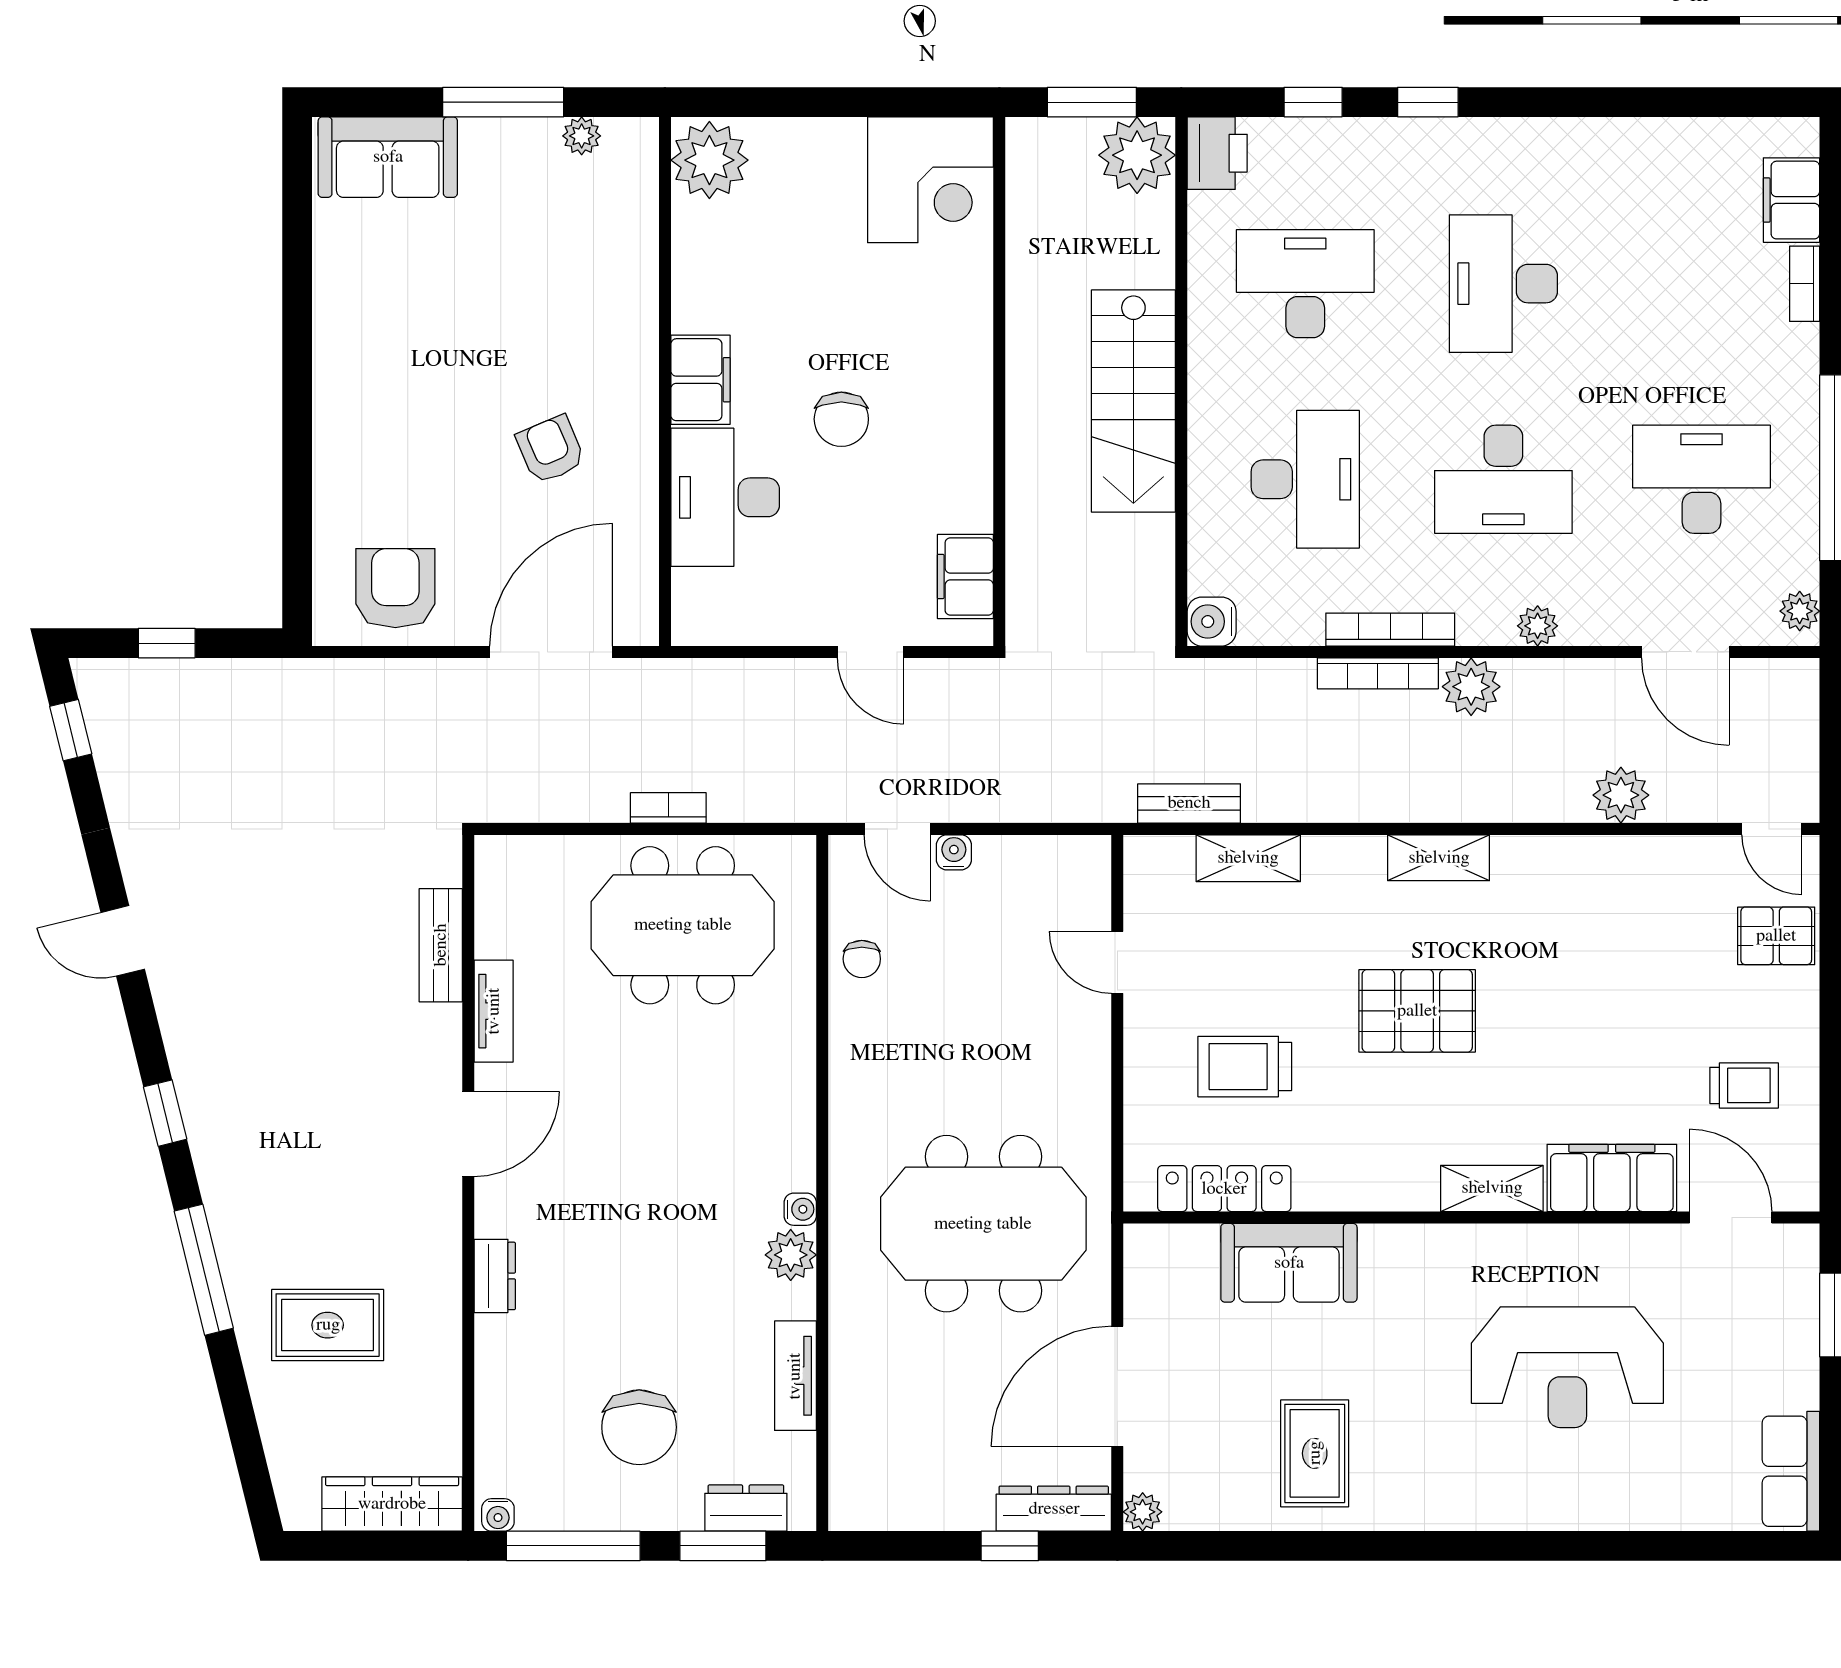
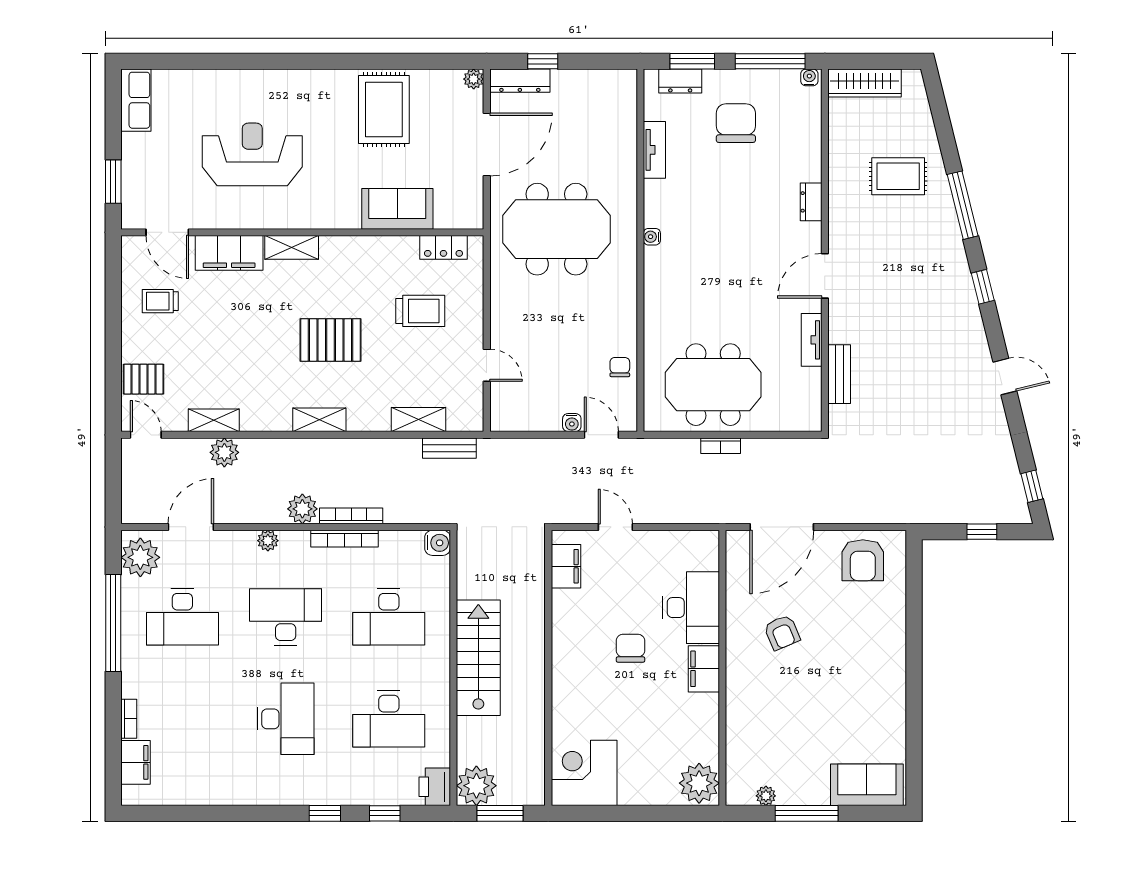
desk: (1305, 479) -> (389, 617), turned -90
plant: (1800, 611) -> (140, 557), width x1.88, depth x1.88
door: (1685, 652) -> (191, 527), hinge flipped
shelving: (1641, 857) -> (214, 420), added
locker: (1224, 1189) -> (443, 247), width x0.66
plant: (791, 1255) -> (657, 213), removed
rug: (1315, 1453) -> (384, 109), width x1.36, depth x1.43

